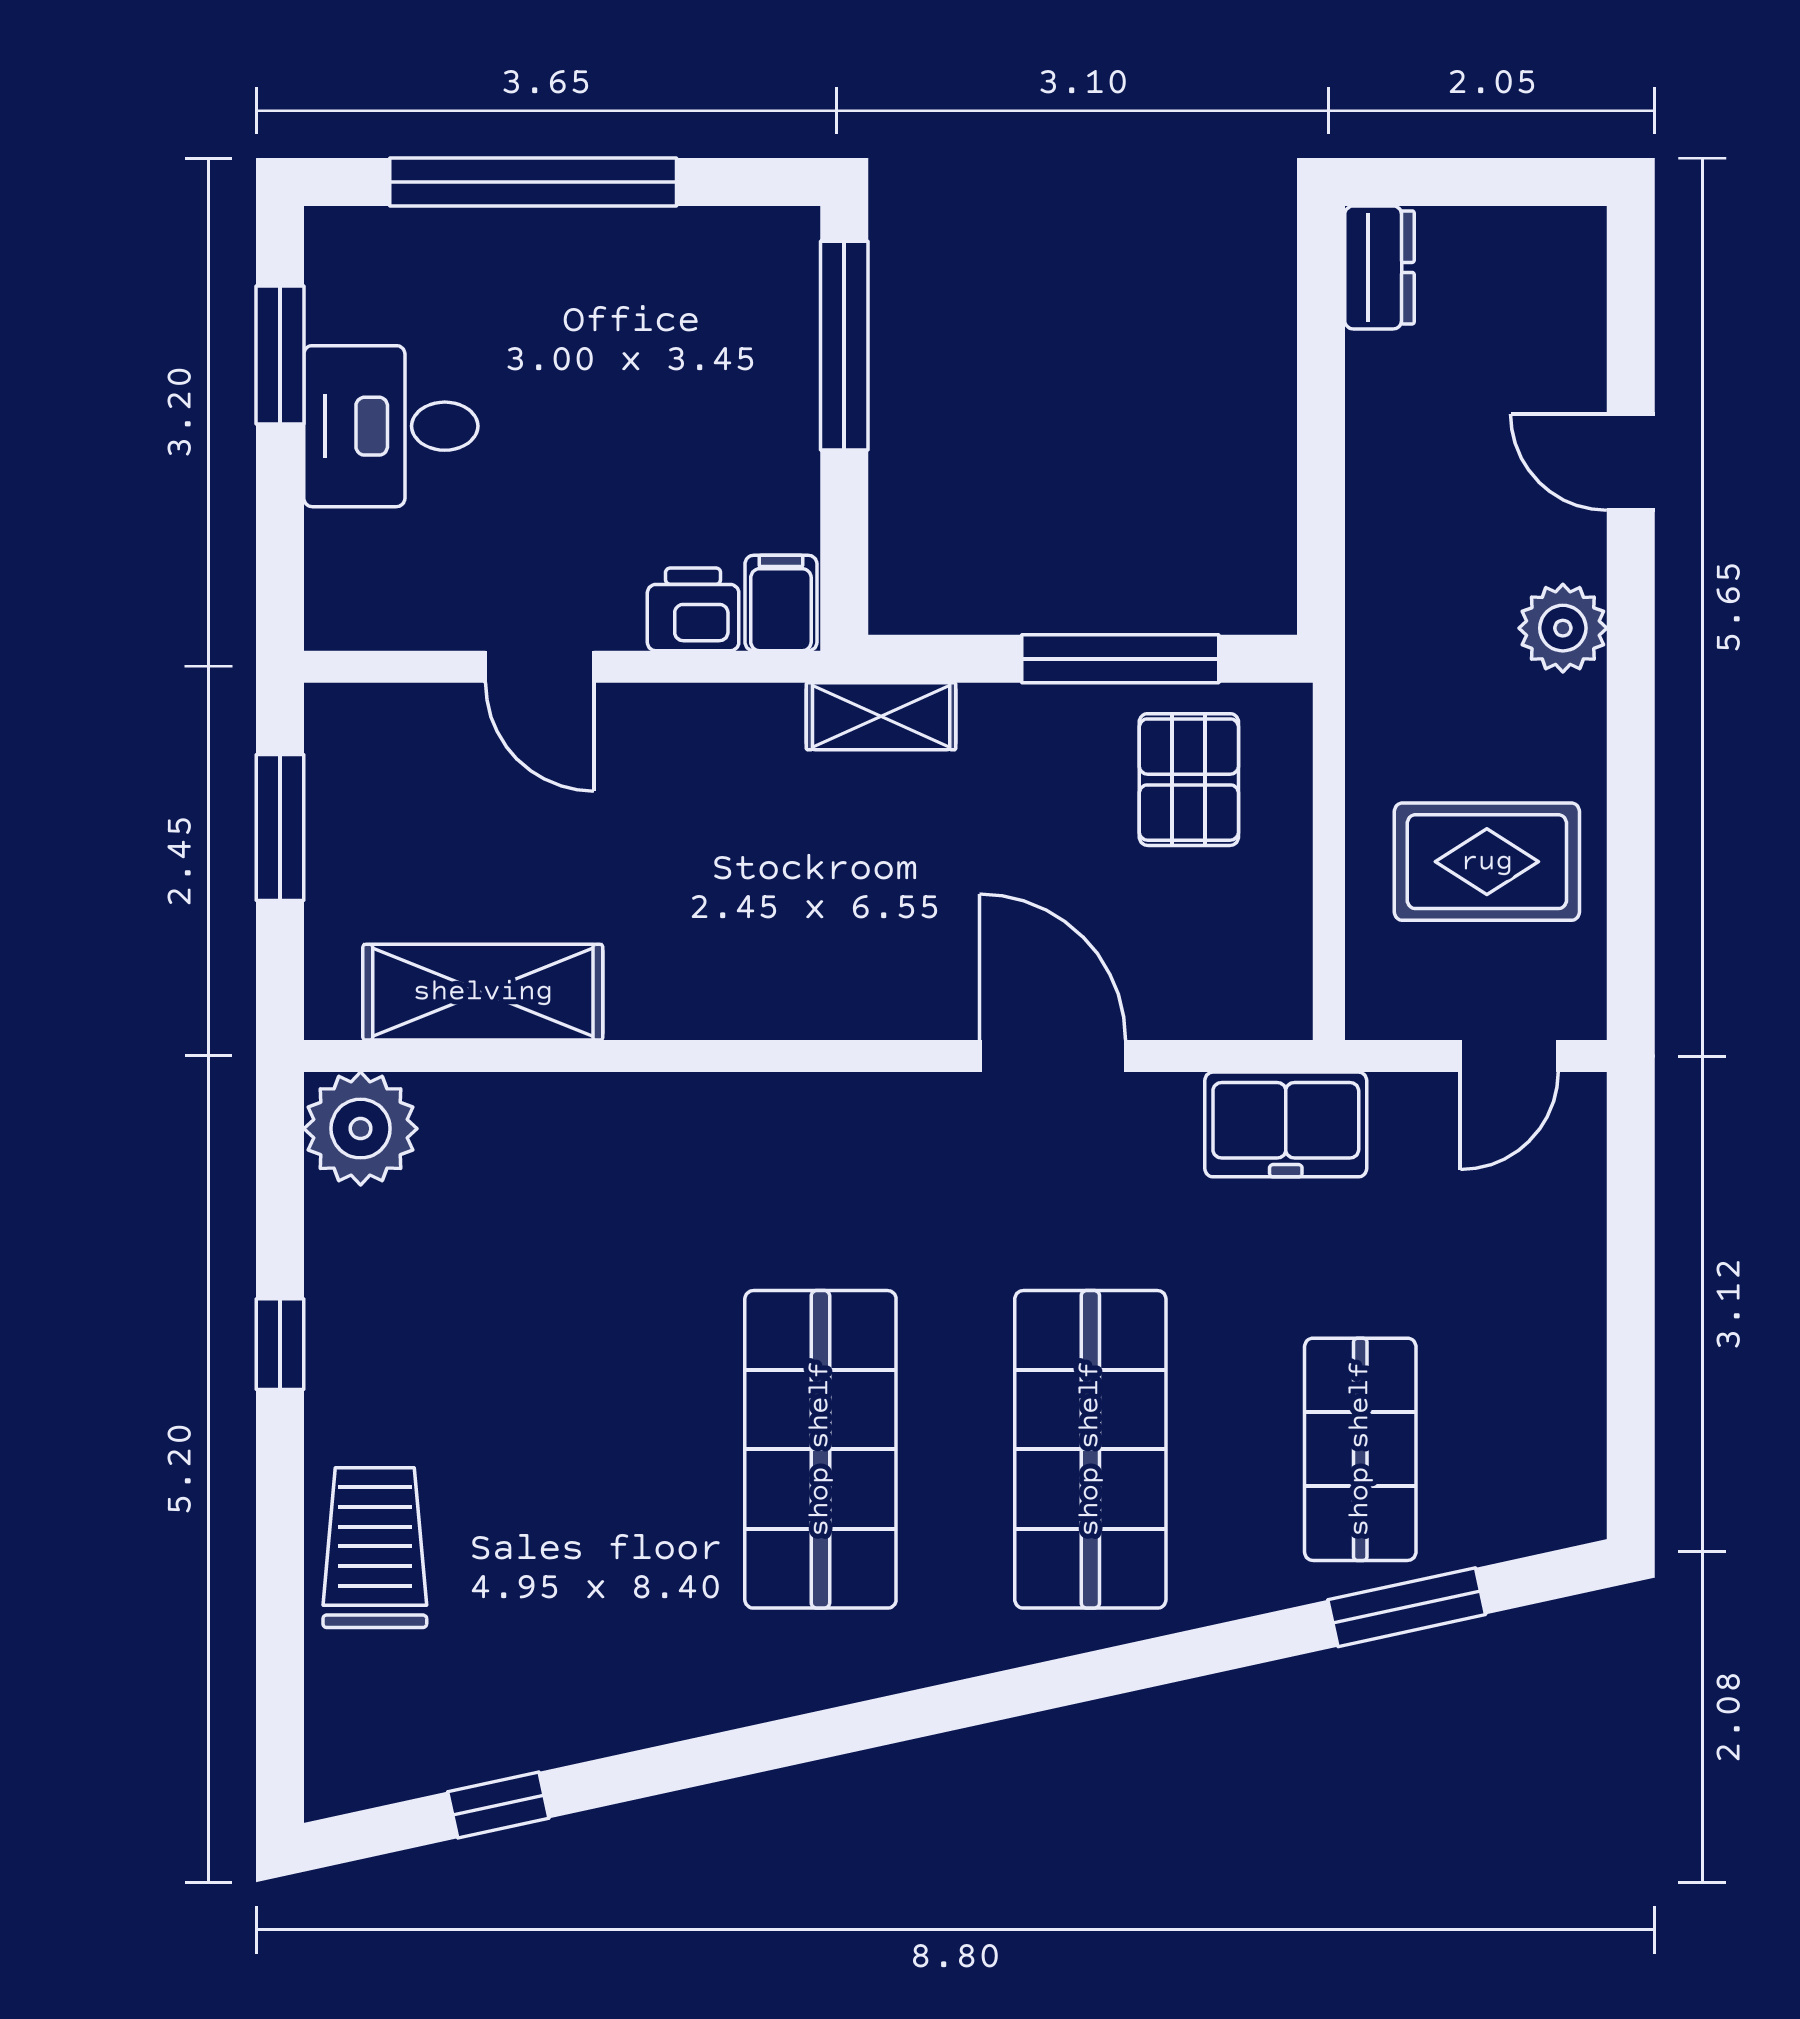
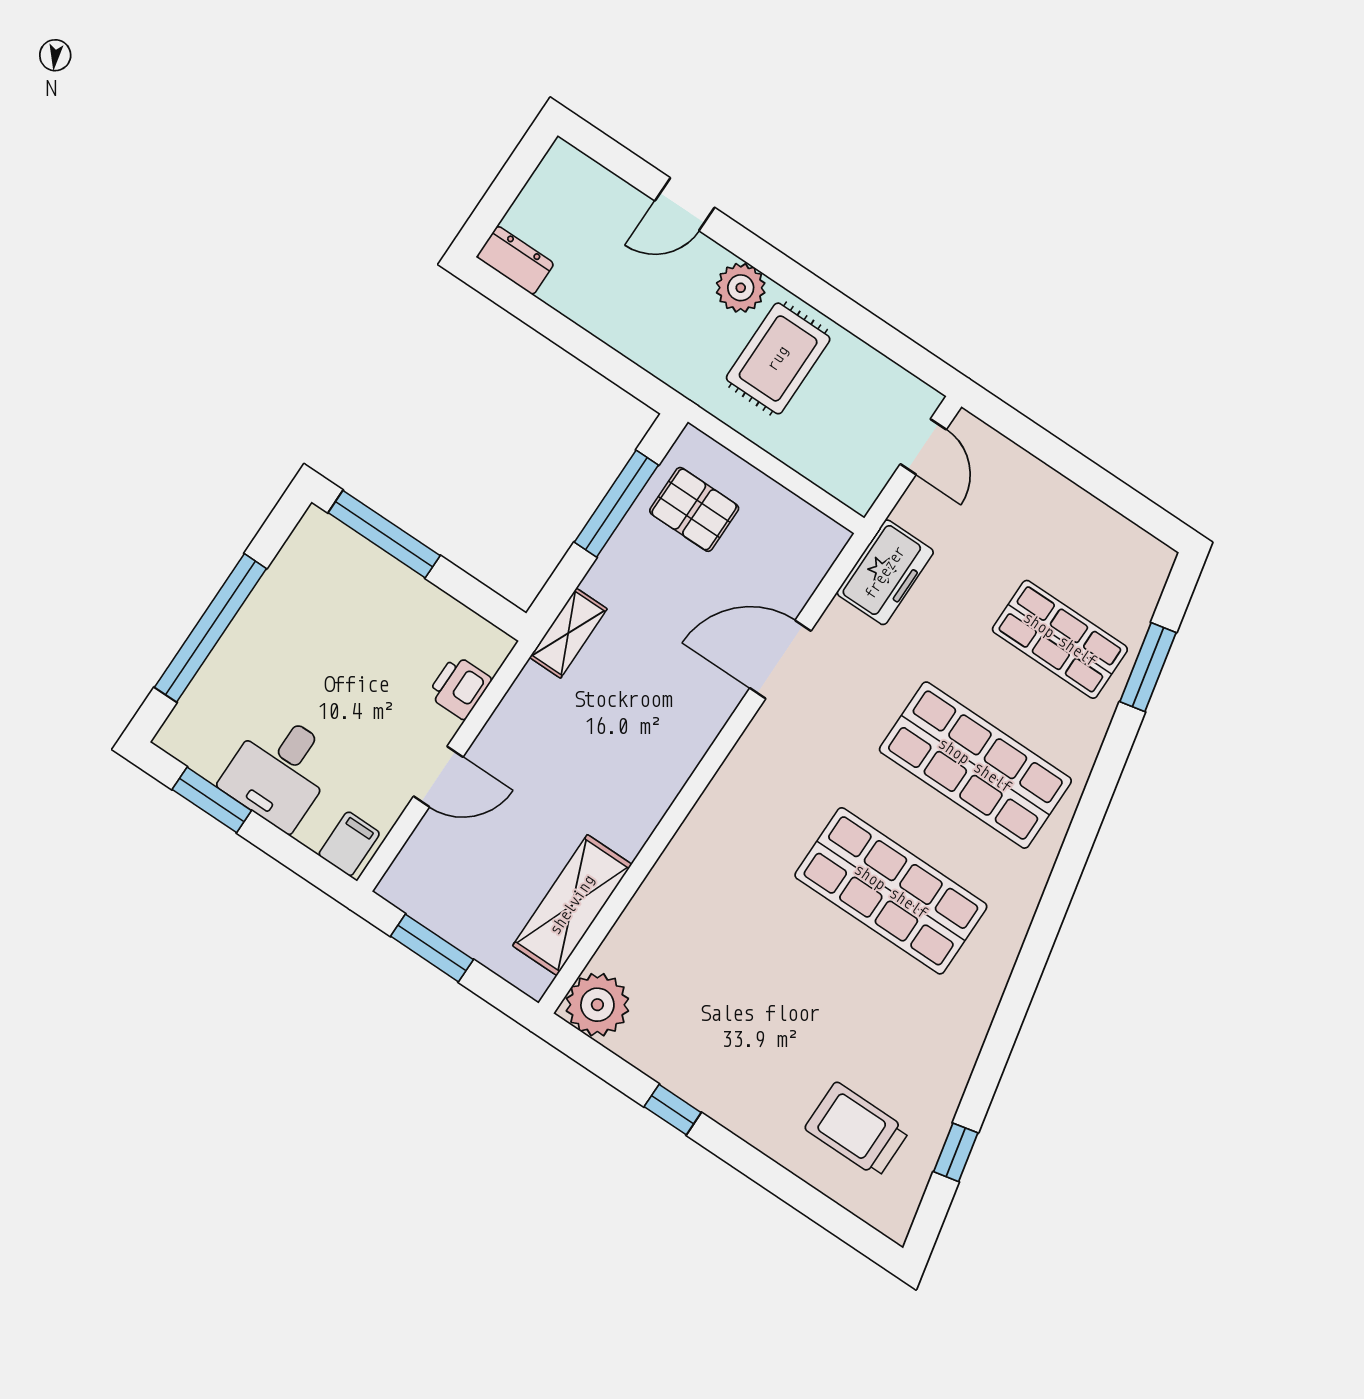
filing cabinet: (781, 603) -> (349, 844), moved, turned 90
rug: (1487, 862) -> (778, 358), moved
trolley: (375, 1548) -> (857, 1130), moved

